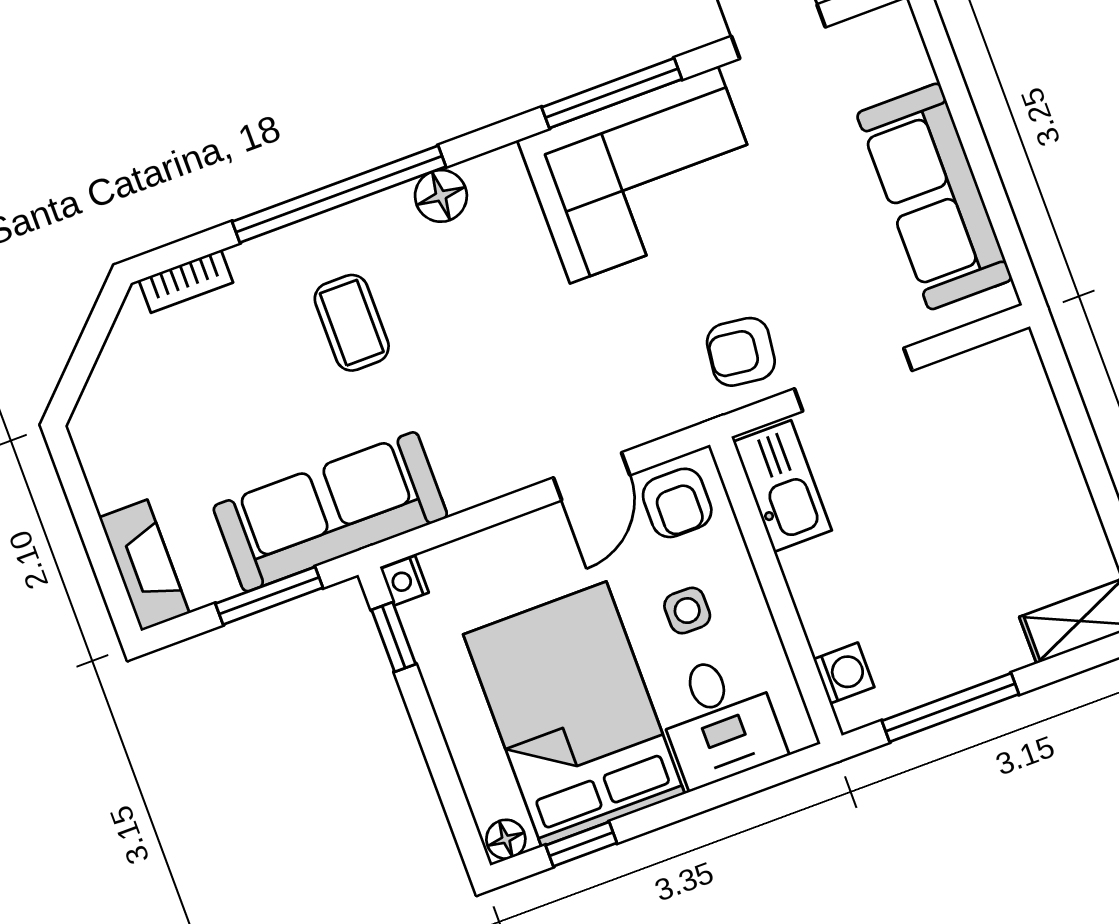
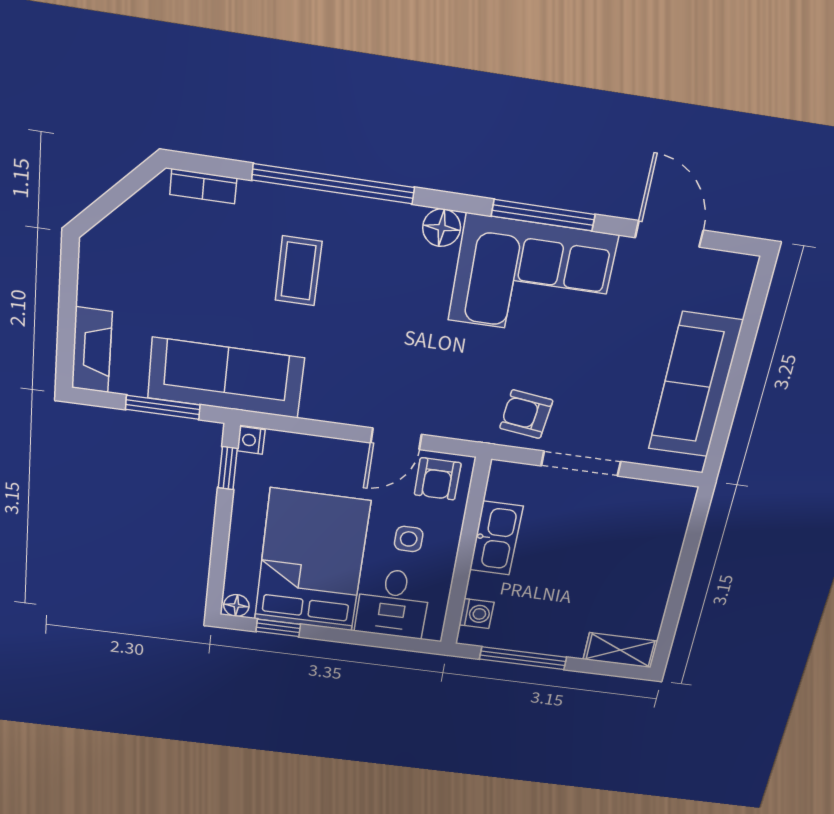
floor lamp: (441, 196) -> (442, 228), moved
kitchen sink: (782, 486) -> (496, 538), moved

